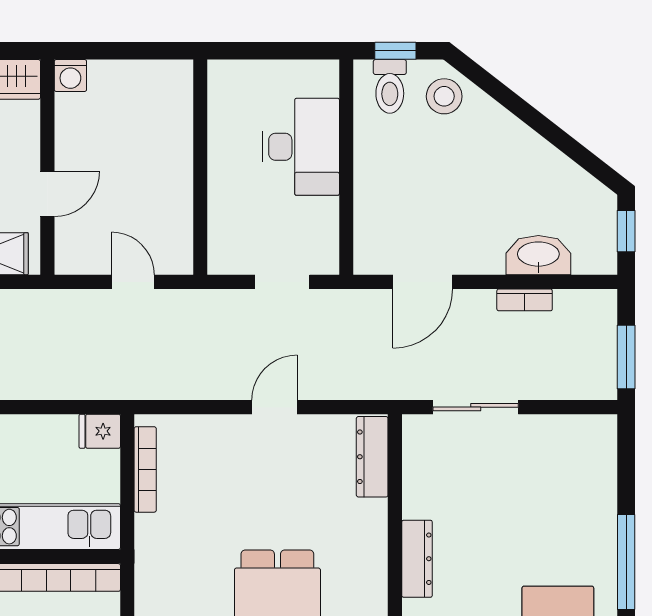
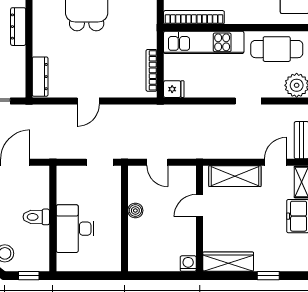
toilet: (390, 86) -> (36, 217), moved, turned -90
boiler: (178, 184) -> (135, 211), added
doorway: (282, 282) -> (100, 162), moved

